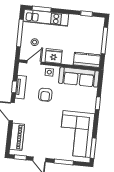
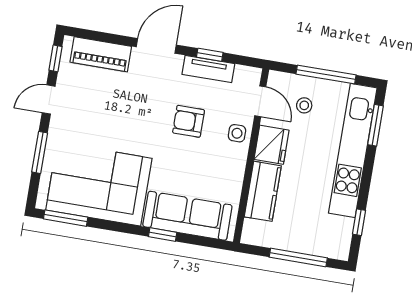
kitchen unit: (46, 18) -> (353, 150), width x1.36
kitchen counter: (87, 60) -> (263, 191), moved
sofa: (79, 77) -> (187, 216), moved, turned 90

